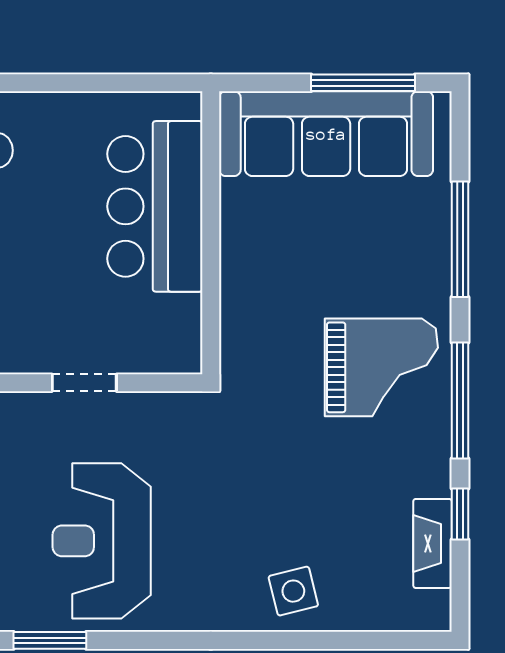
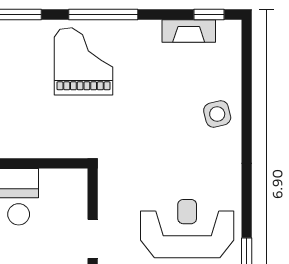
window: (460, 514) -> (209, 14), moved
reception desk: (102, 541) -> (187, 229), turned 180

